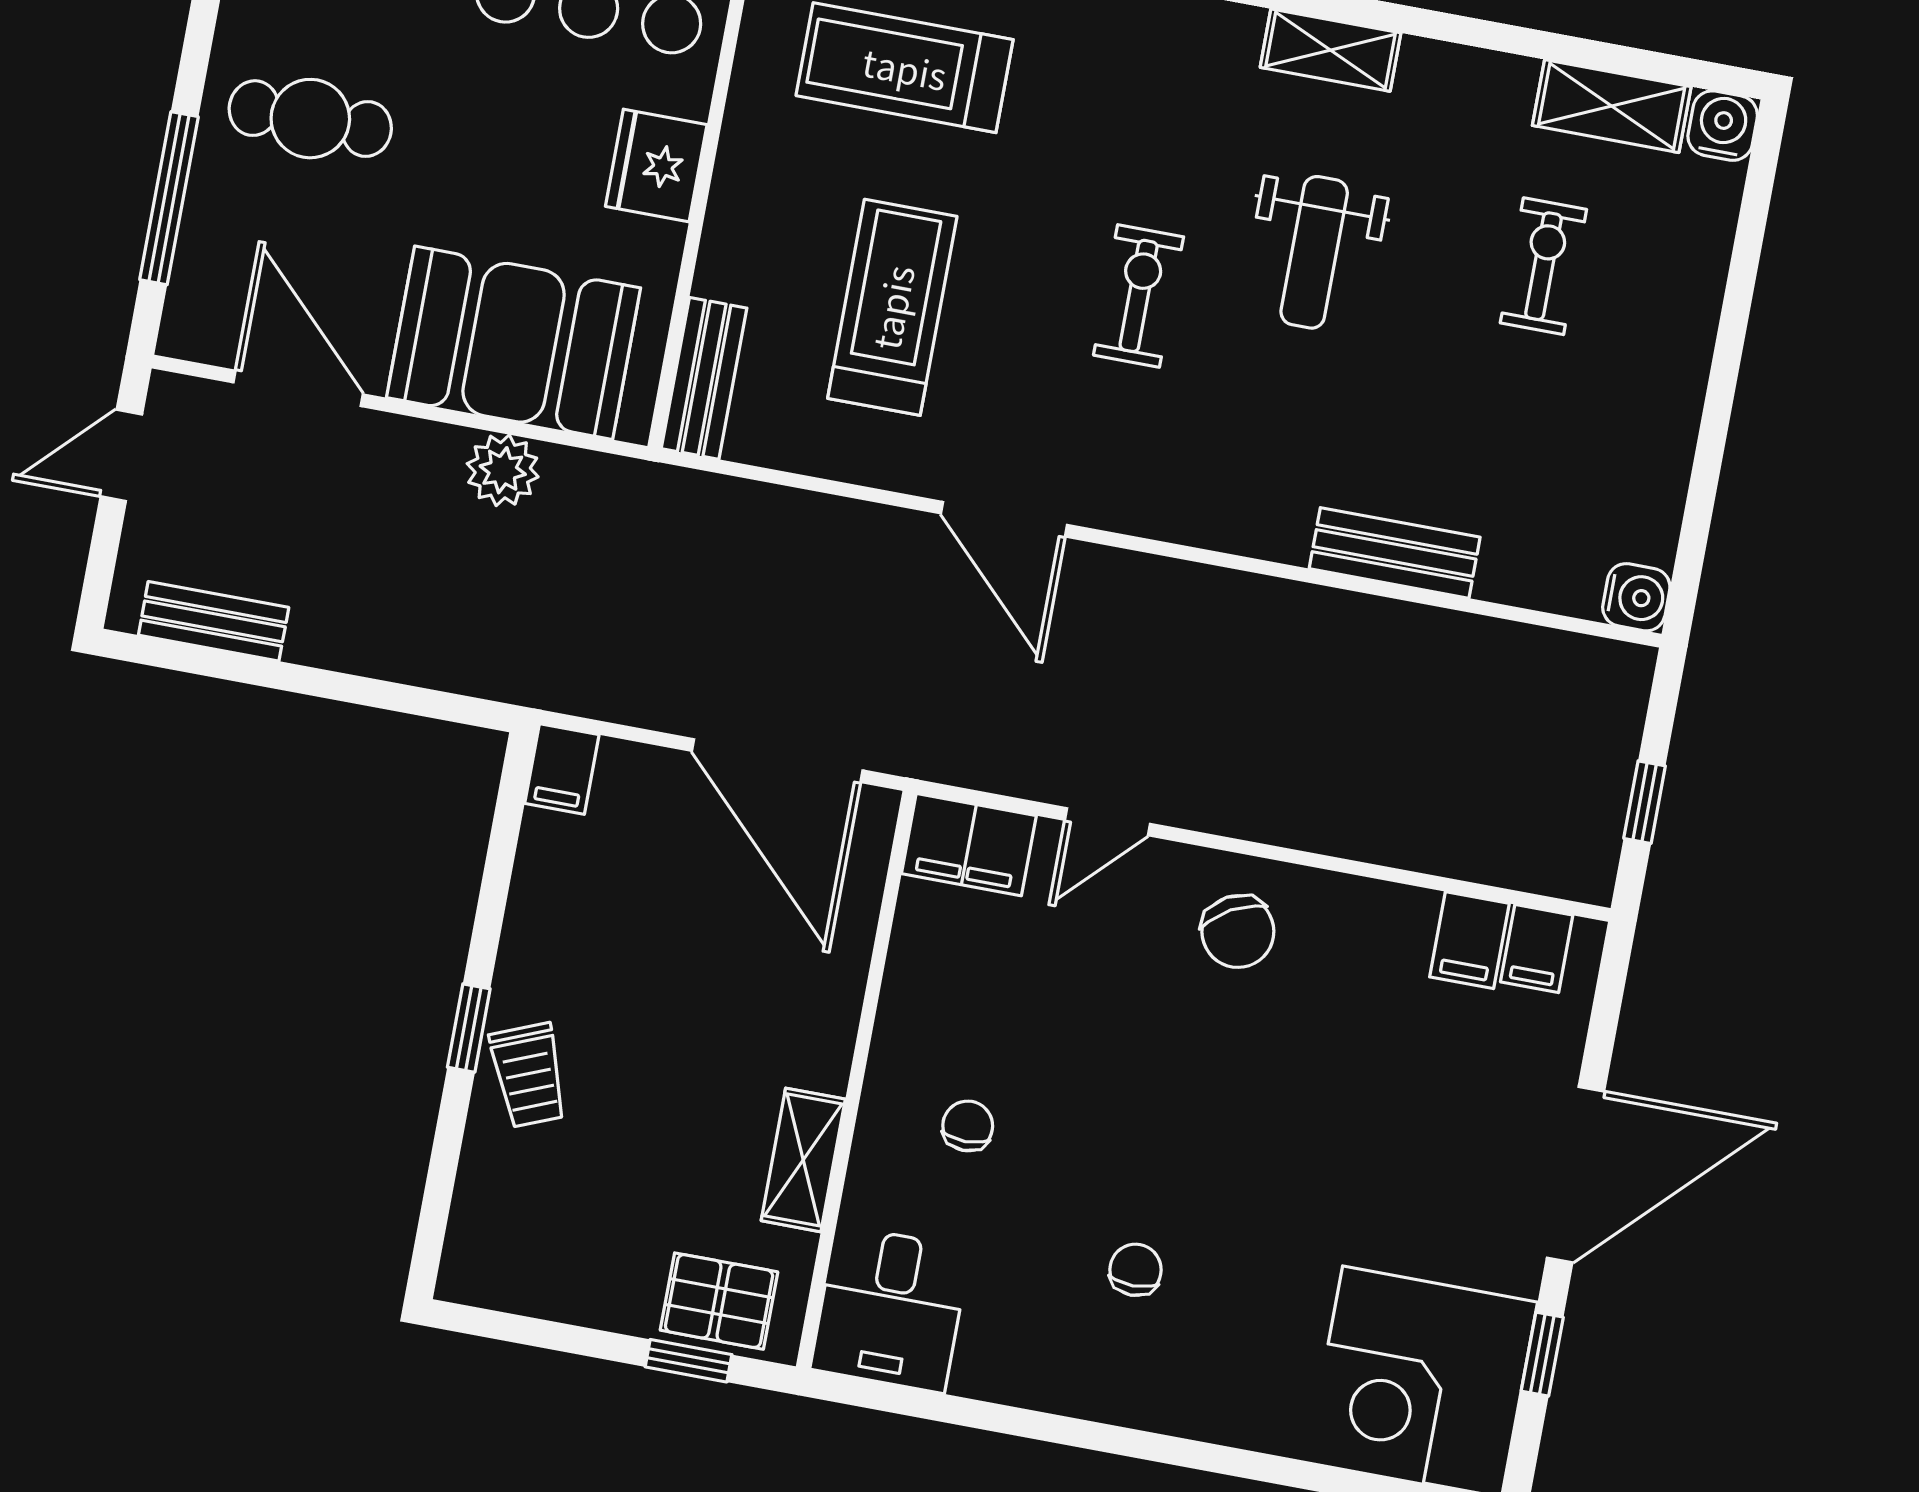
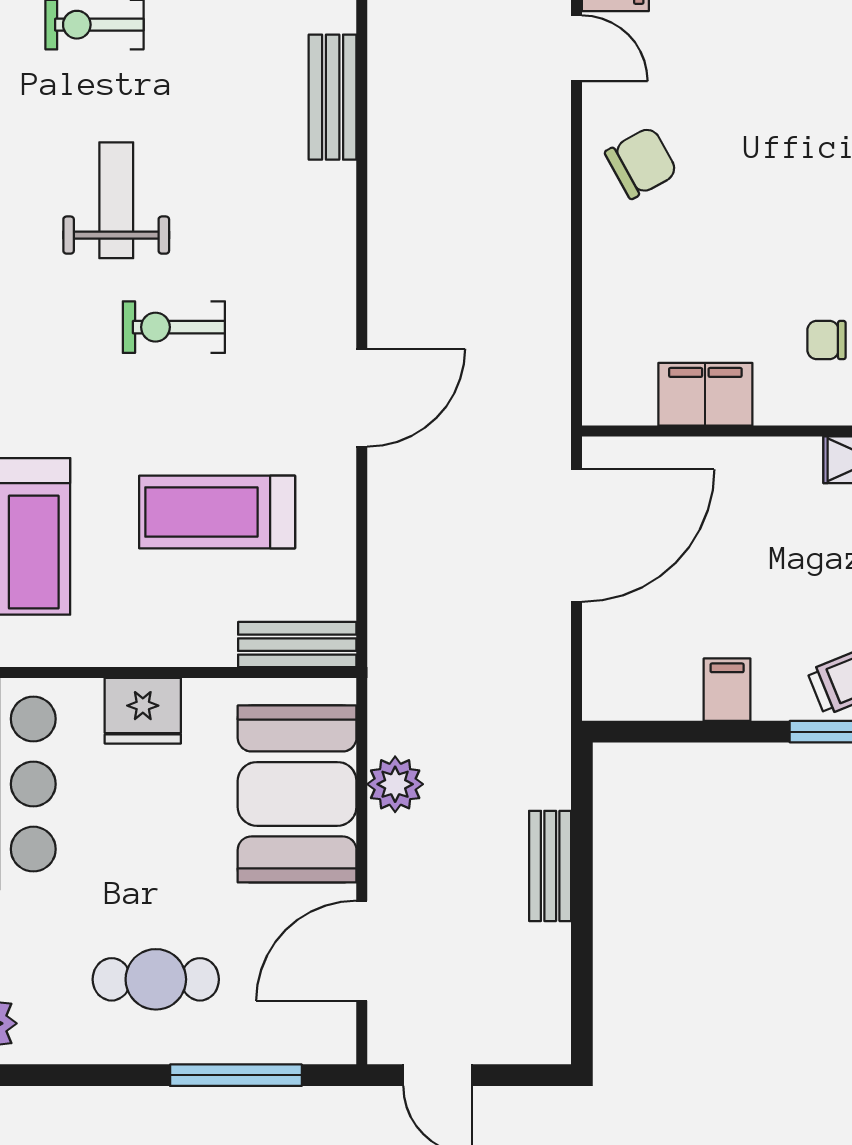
cafe table: (310, 119) -> (156, 979), turned 90
weight bench: (1314, 252) -> (116, 200), turned -90
bench: (214, 621) -> (550, 866), moved
filing cabinet: (562, 769) -> (727, 690), moved, turned -90
door: (1108, 822) -> (577, 48), moved
filing cabinet: (969, 845) -> (705, 394), moved, turned -90

